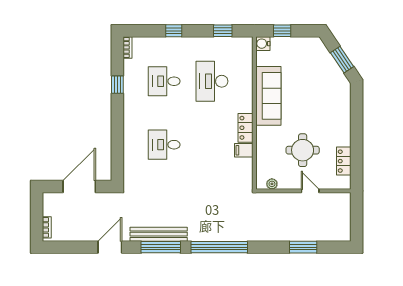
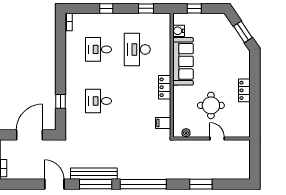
water cooler: (263, 44) -> (179, 31), moved
window: (117, 85) -> (60, 101), moved
filing cabinet: (244, 150) -> (163, 123), moved
locker: (344, 161) -> (244, 90), moved
door: (110, 247) -> (54, 184), hinge flipped
window: (303, 247) -> (201, 184), moved

